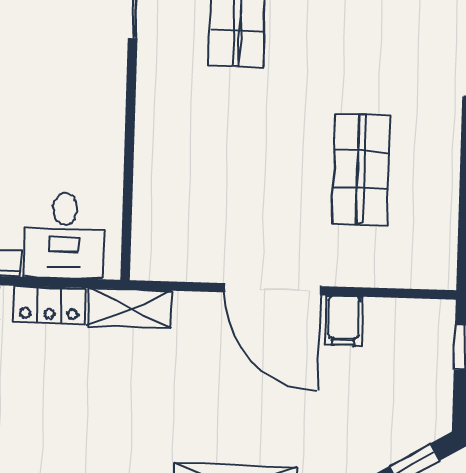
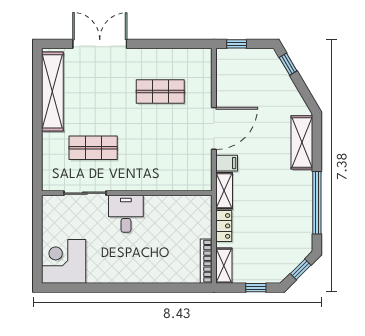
desk: (65, 235) -> (126, 214), moved, turned -90
filing cabinet: (344, 321) -> (227, 163), moved

